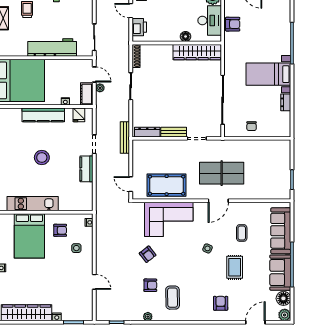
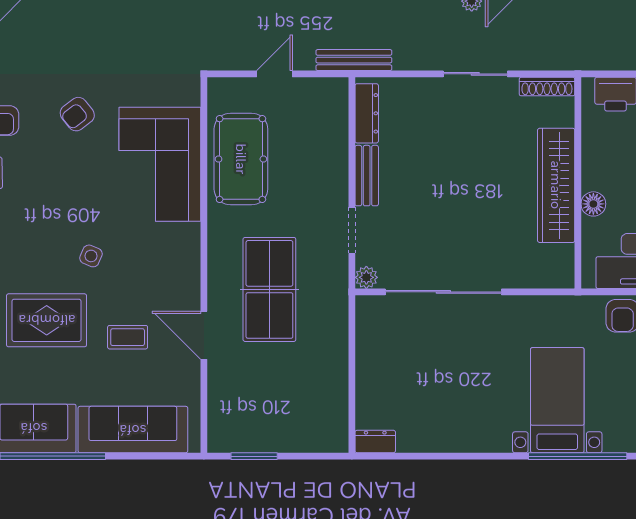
wardrobe: (197, 52) -> (556, 185), moved
bed with nightstands: (268, 74) -> (557, 400), moved
dresser: (286, 102) -> (375, 441), moved
chair: (252, 126) -> (381, 360), removed
plant: (217, 132) -> (366, 277), added
door: (131, 184) -> (275, 74), moved
door: (218, 201) -> (204, 335), moved
rug: (235, 267) -> (47, 320), width x1.36, depth x1.43

